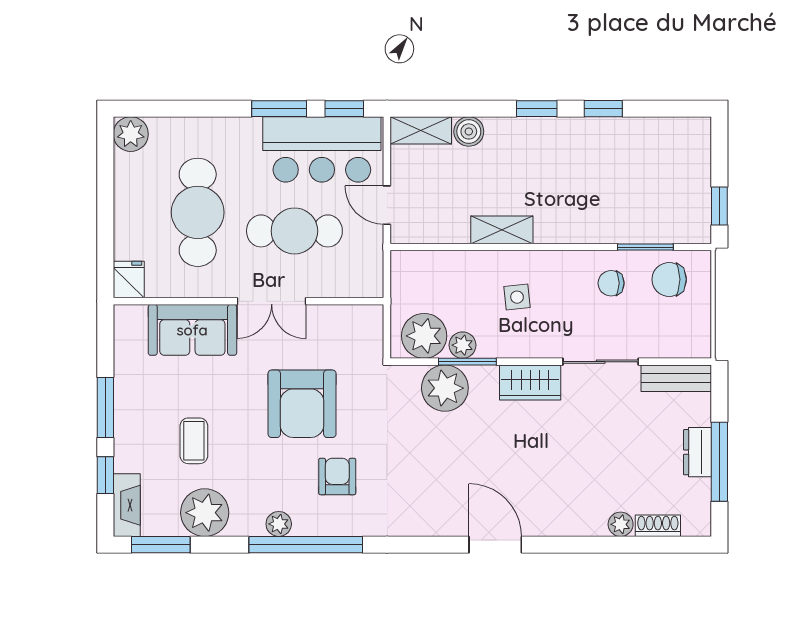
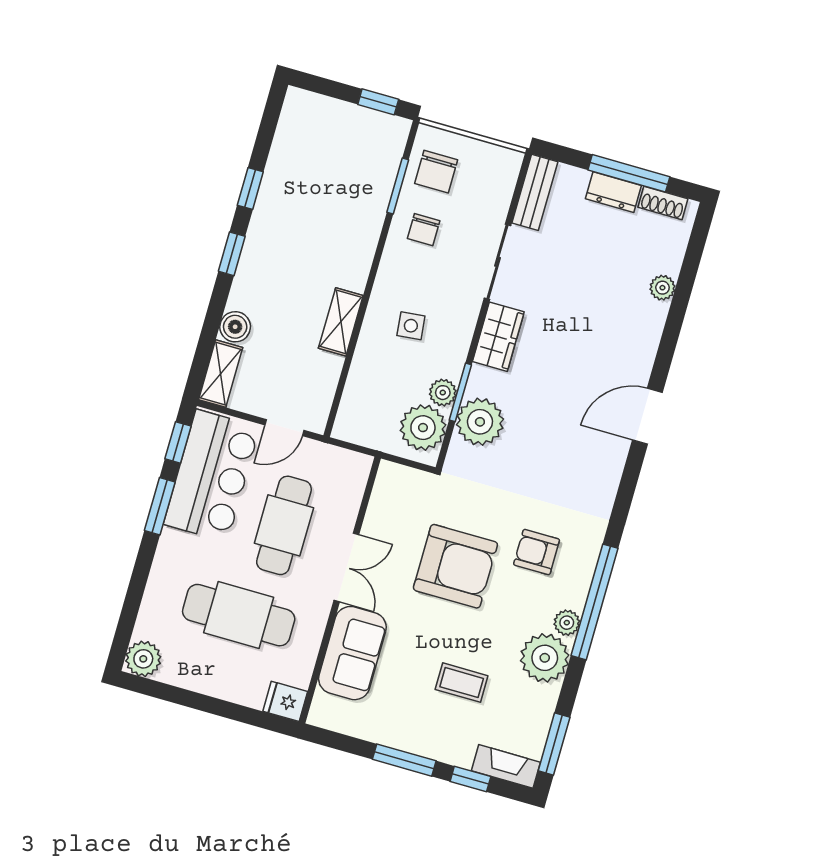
plant: (205, 513) -> (545, 658), moved
shoe rack: (658, 526) -> (663, 203), moved, turned -90

